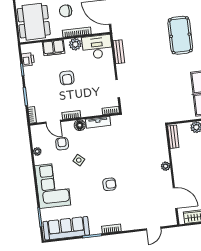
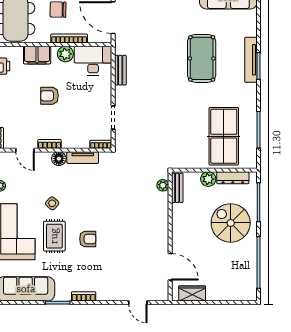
armchair: (67, 78) -> (50, 96), turned 90
armchair: (62, 144) -> (33, 180), removed
plant: (166, 166) -> (163, 185), moved
rug: (83, 185) -> (54, 236), added
door: (154, 229) -> (138, 303), hinge flipped

